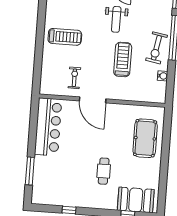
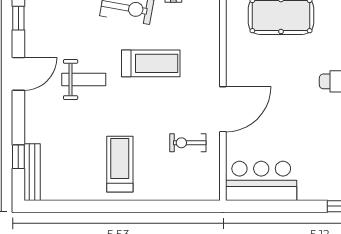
treadmill: (123, 59) -> (151, 63), turned 180
bar counter: (48, 127) -> (261, 181), width x0.73

